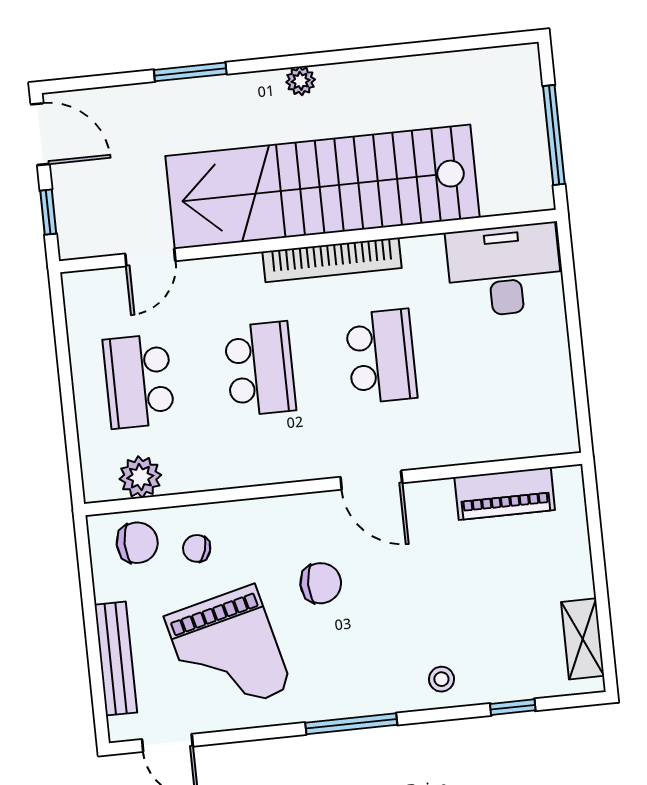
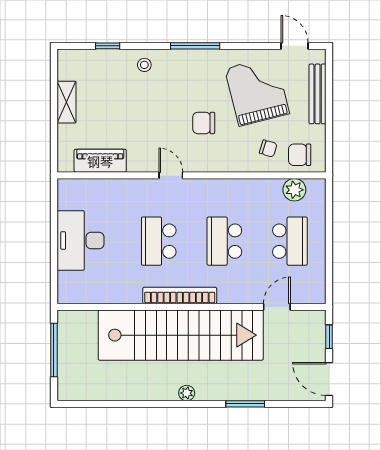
desk: (504, 270) -> (80, 240), moved, turned 90
door: (371, 480) -> (171, 175), width x0.73
shelving: (583, 639) -> (66, 102), moved

